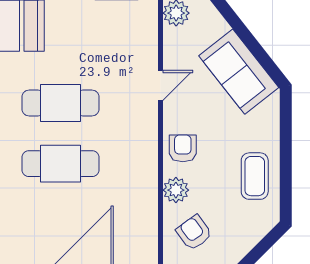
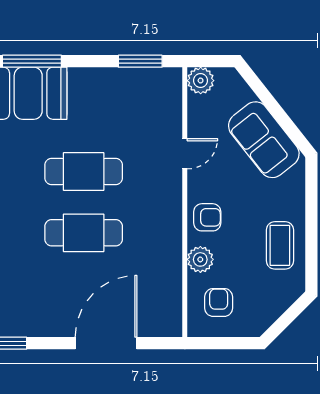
armchair: (183, 148) -> (207, 217), turned 90
armchair: (194, 233) -> (219, 302), turned 36

